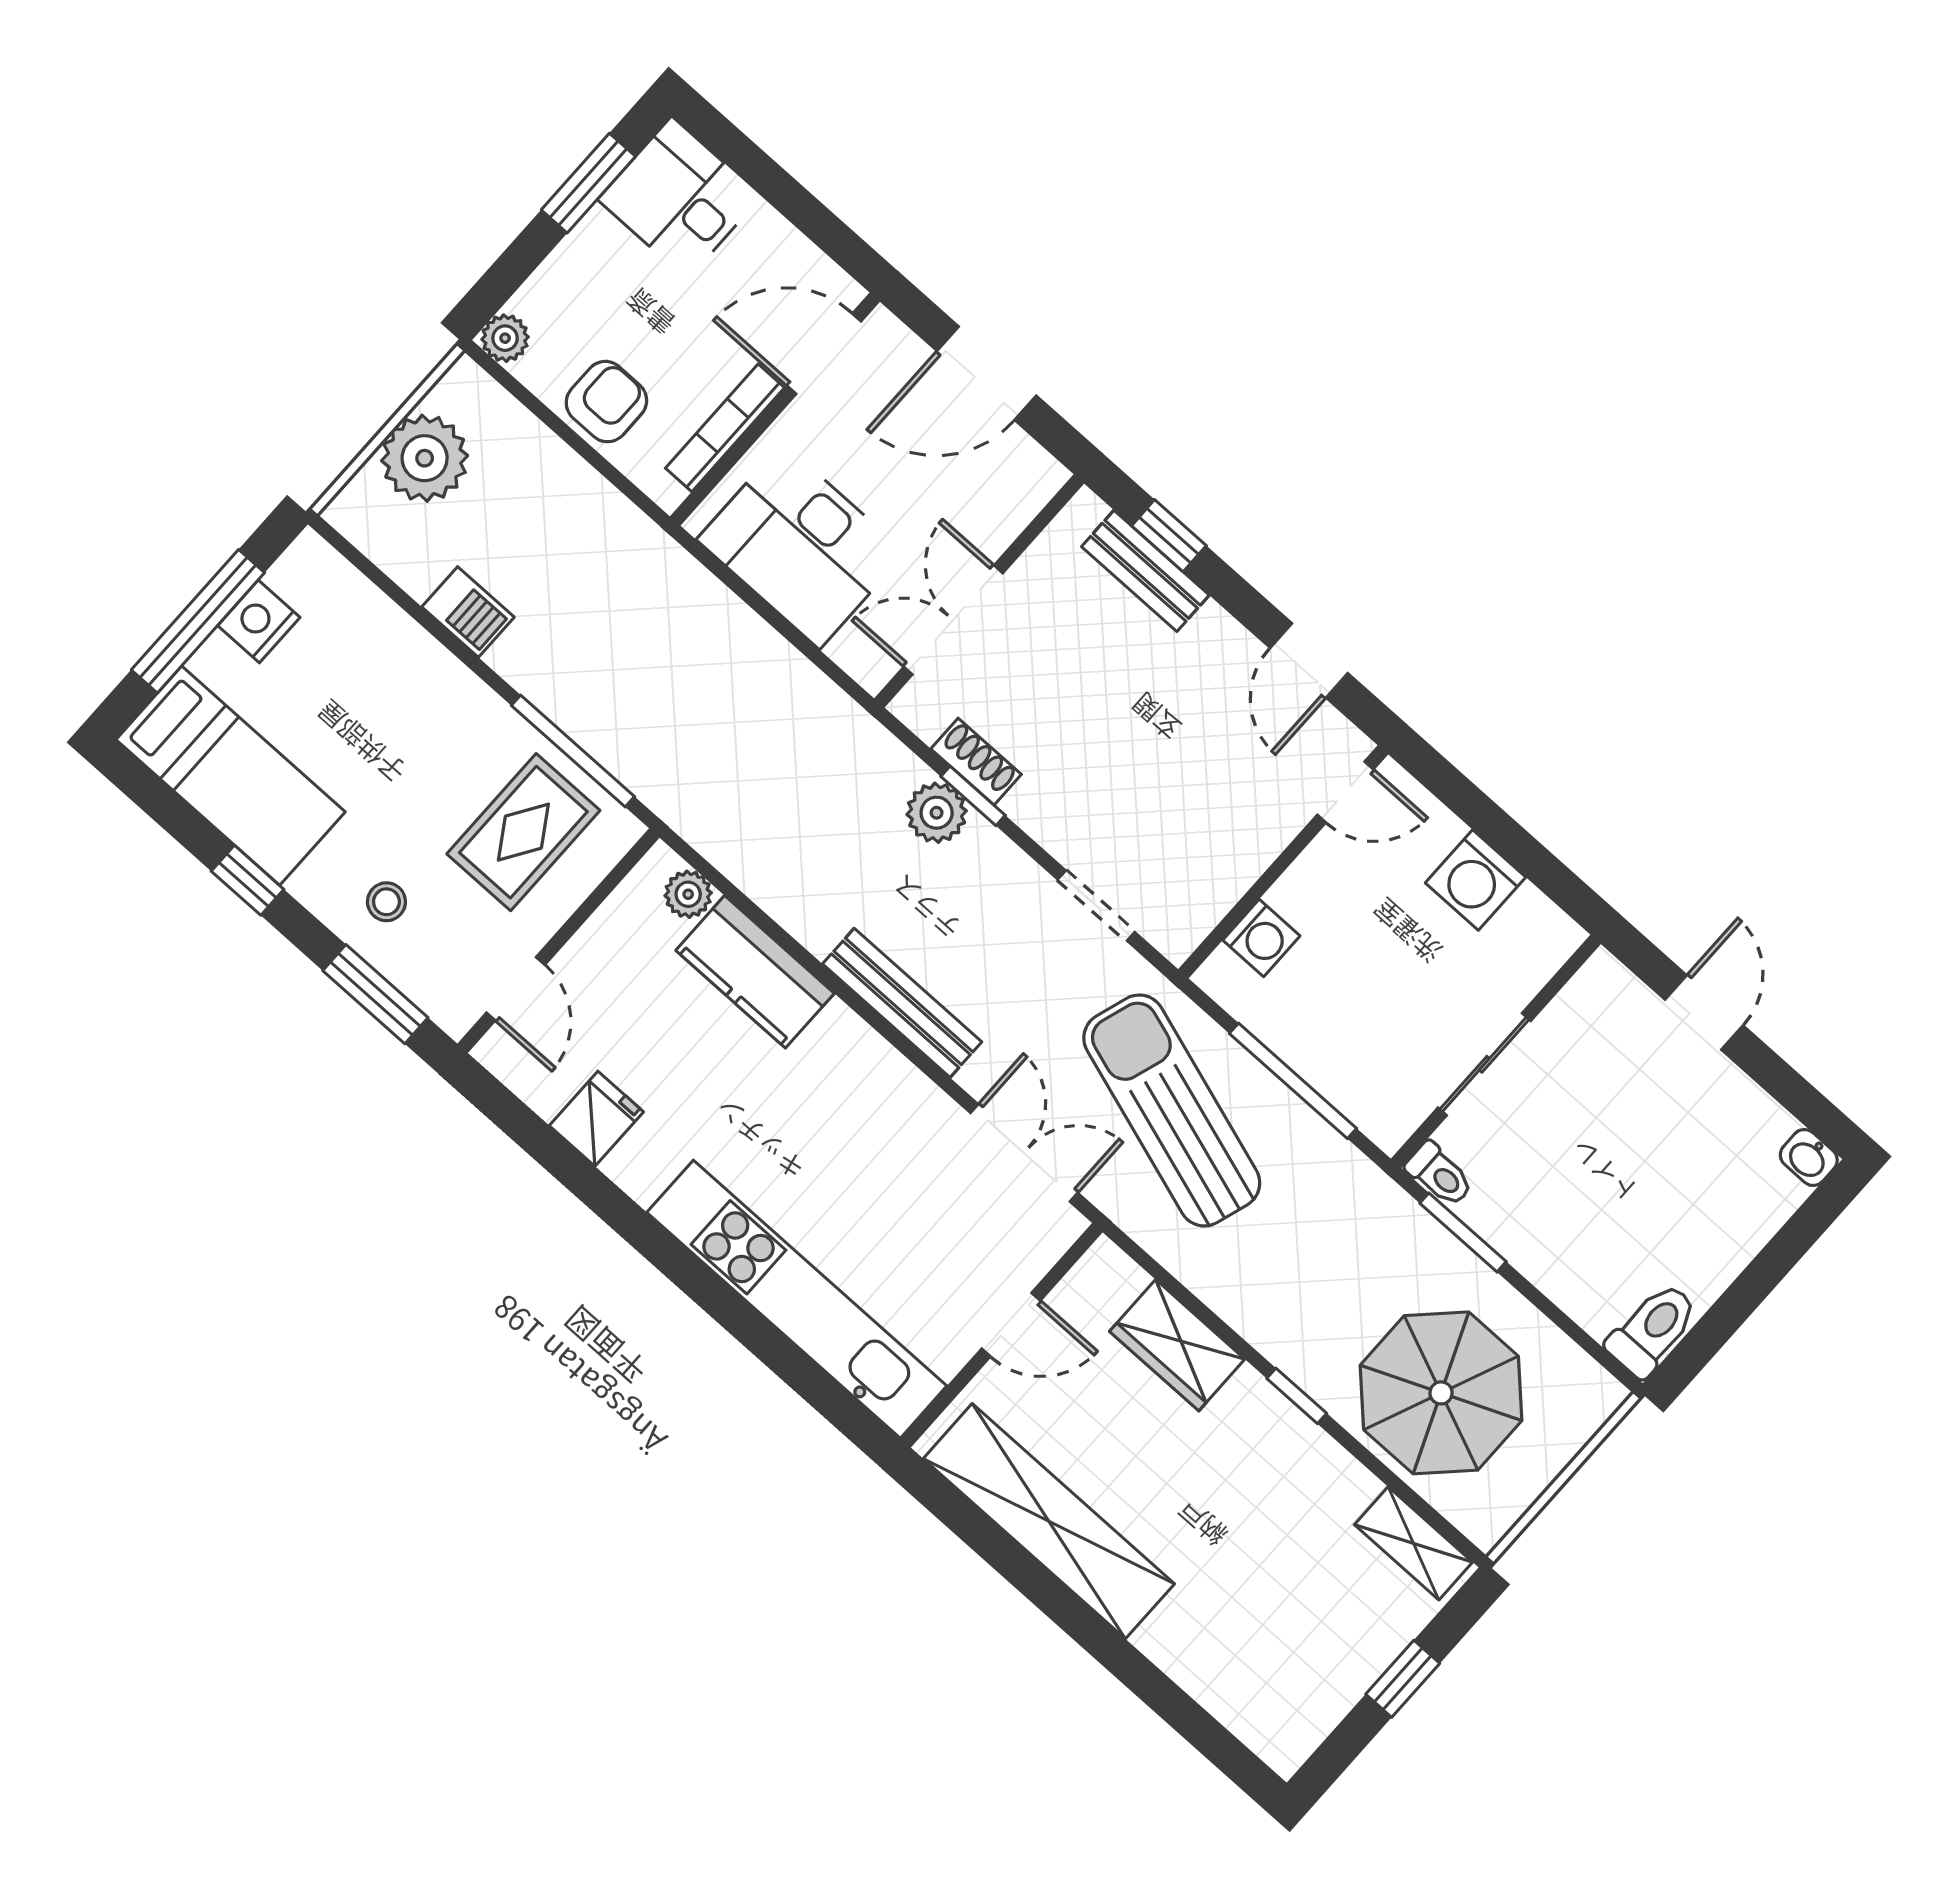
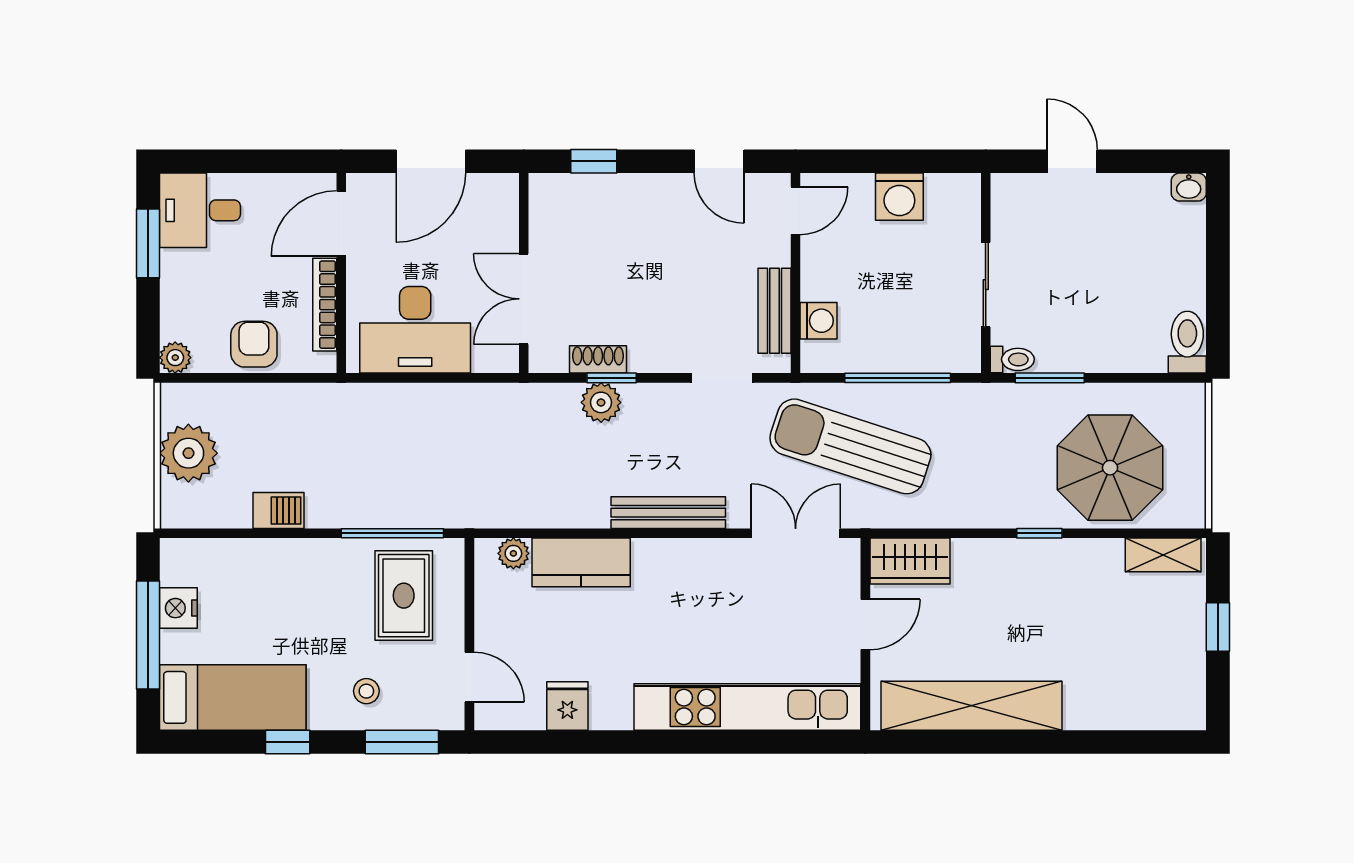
bench: (1145, 571) -> (775, 311), moved, turned 90
wardrobe: (1177, 1345) -> (910, 561), moved

